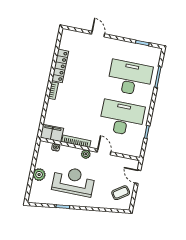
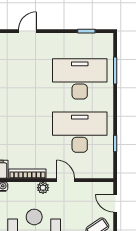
door: (98, 34) -> (28, 31), hinge flipped

